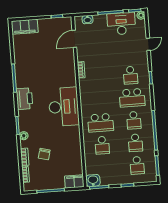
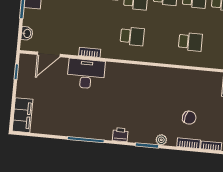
door: (74, 39) -> (49, 54), hinge flipped
printer: (24, 99) -> (120, 135), width x0.53, depth x0.68
desk: (64, 107) -> (86, 74), moved, width x0.73, depth x0.77
school desk: (101, 123) -> (132, 36), moved, width x0.54

